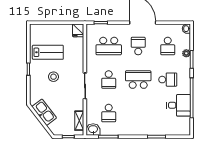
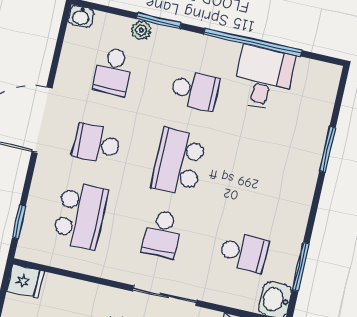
school desk: (168, 46) -> (113, 72), turned 90
school desk: (109, 80) -> (162, 234), turned 90
school desk: (168, 80) -> (195, 90), turned 90

